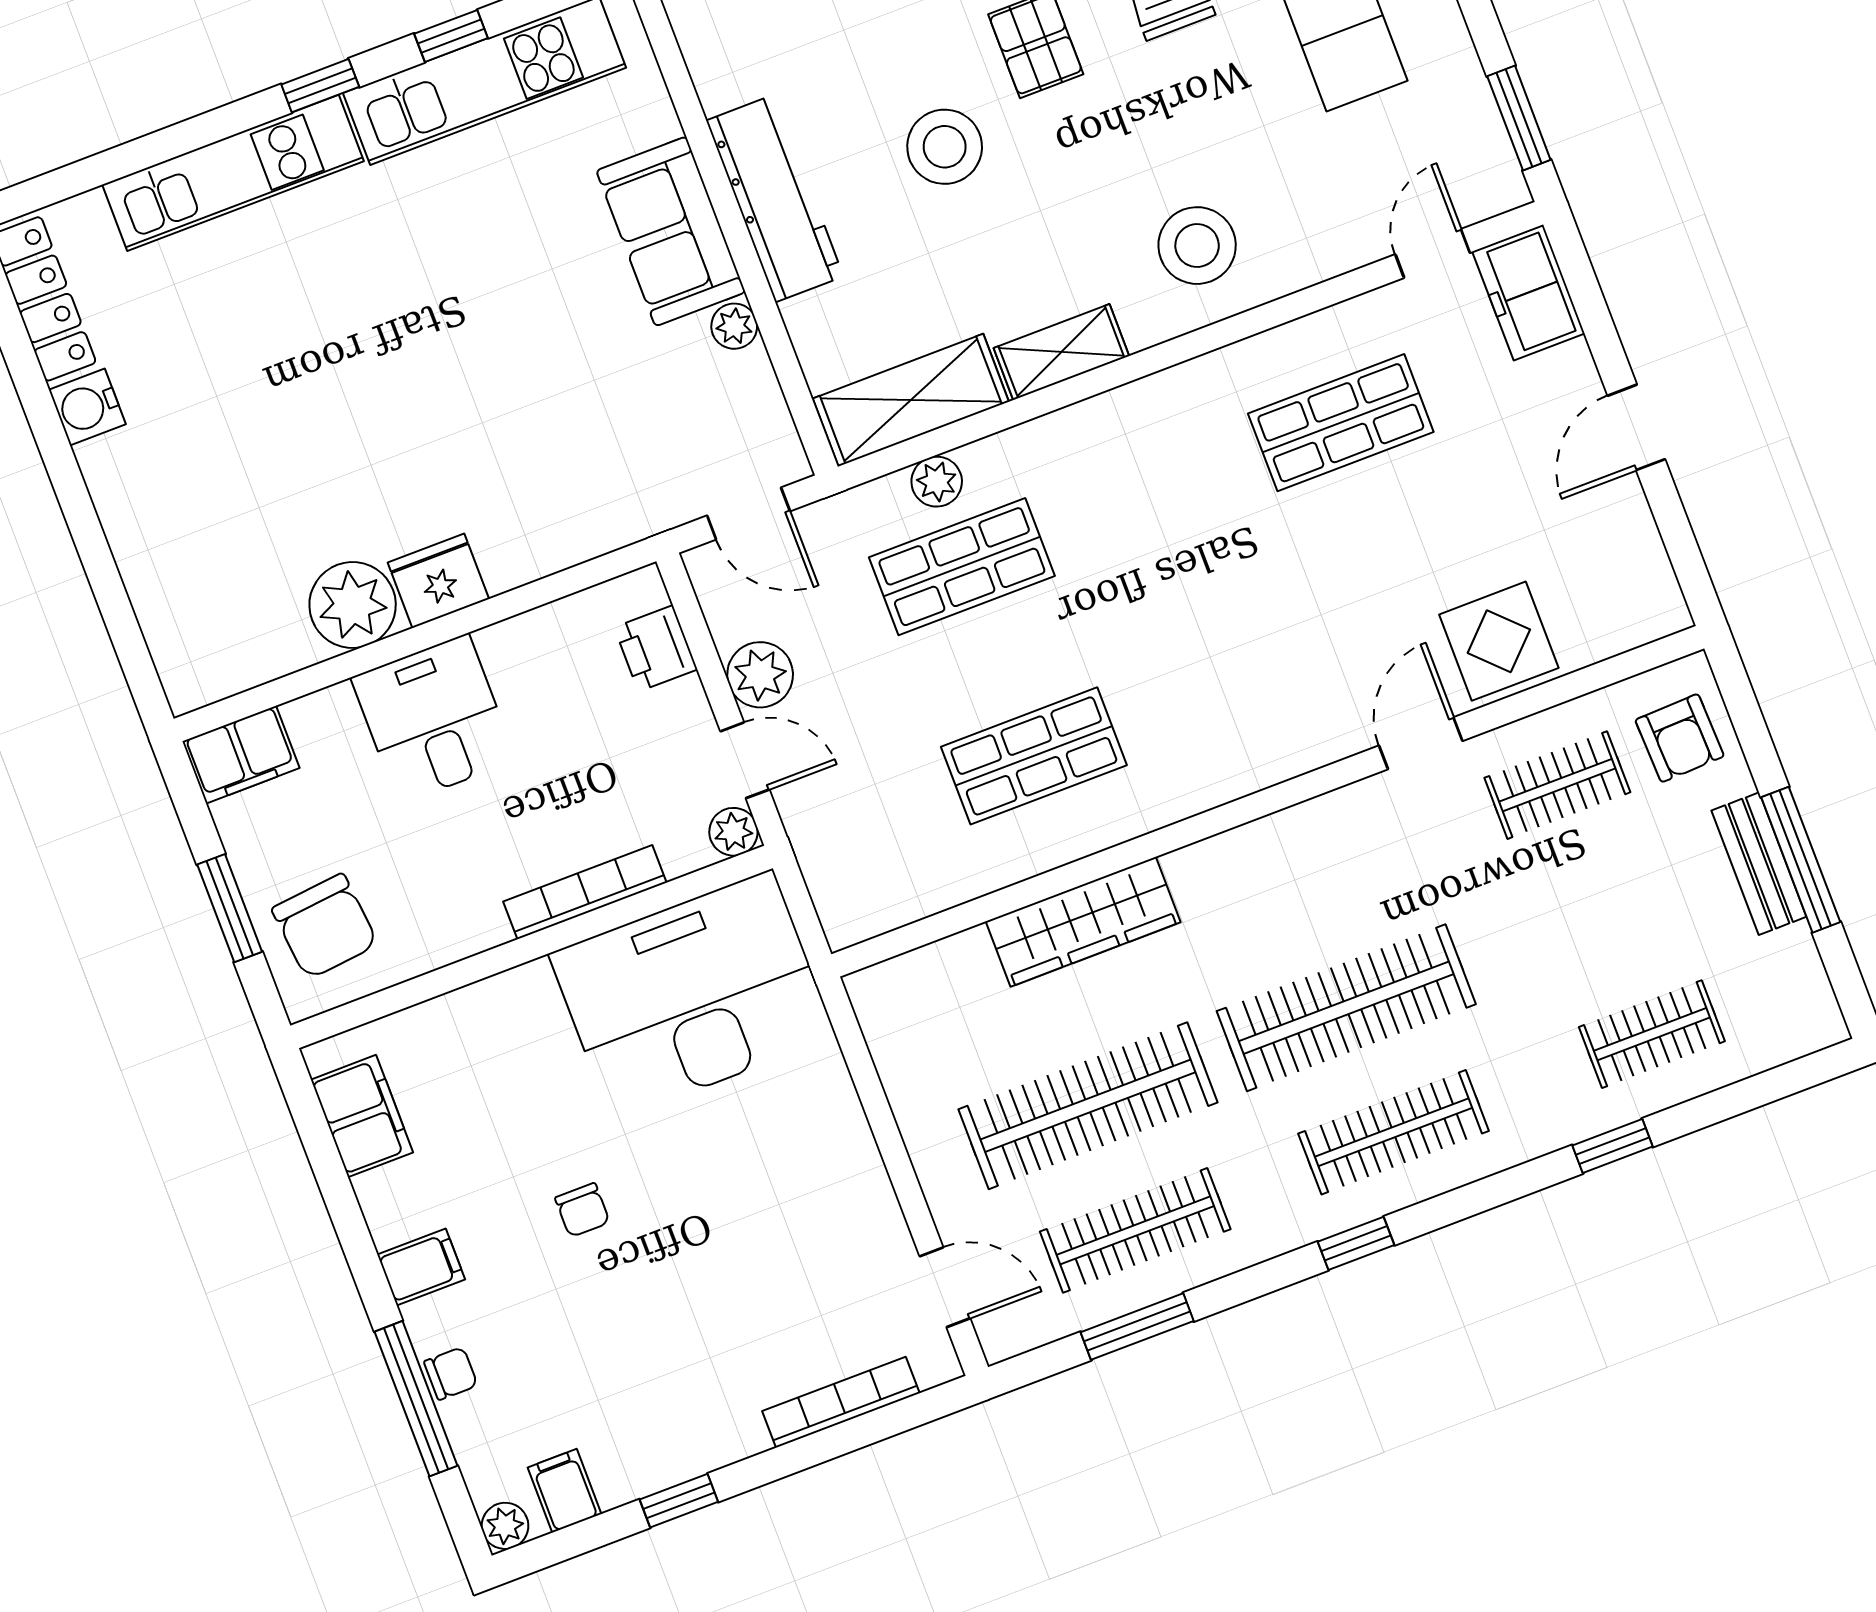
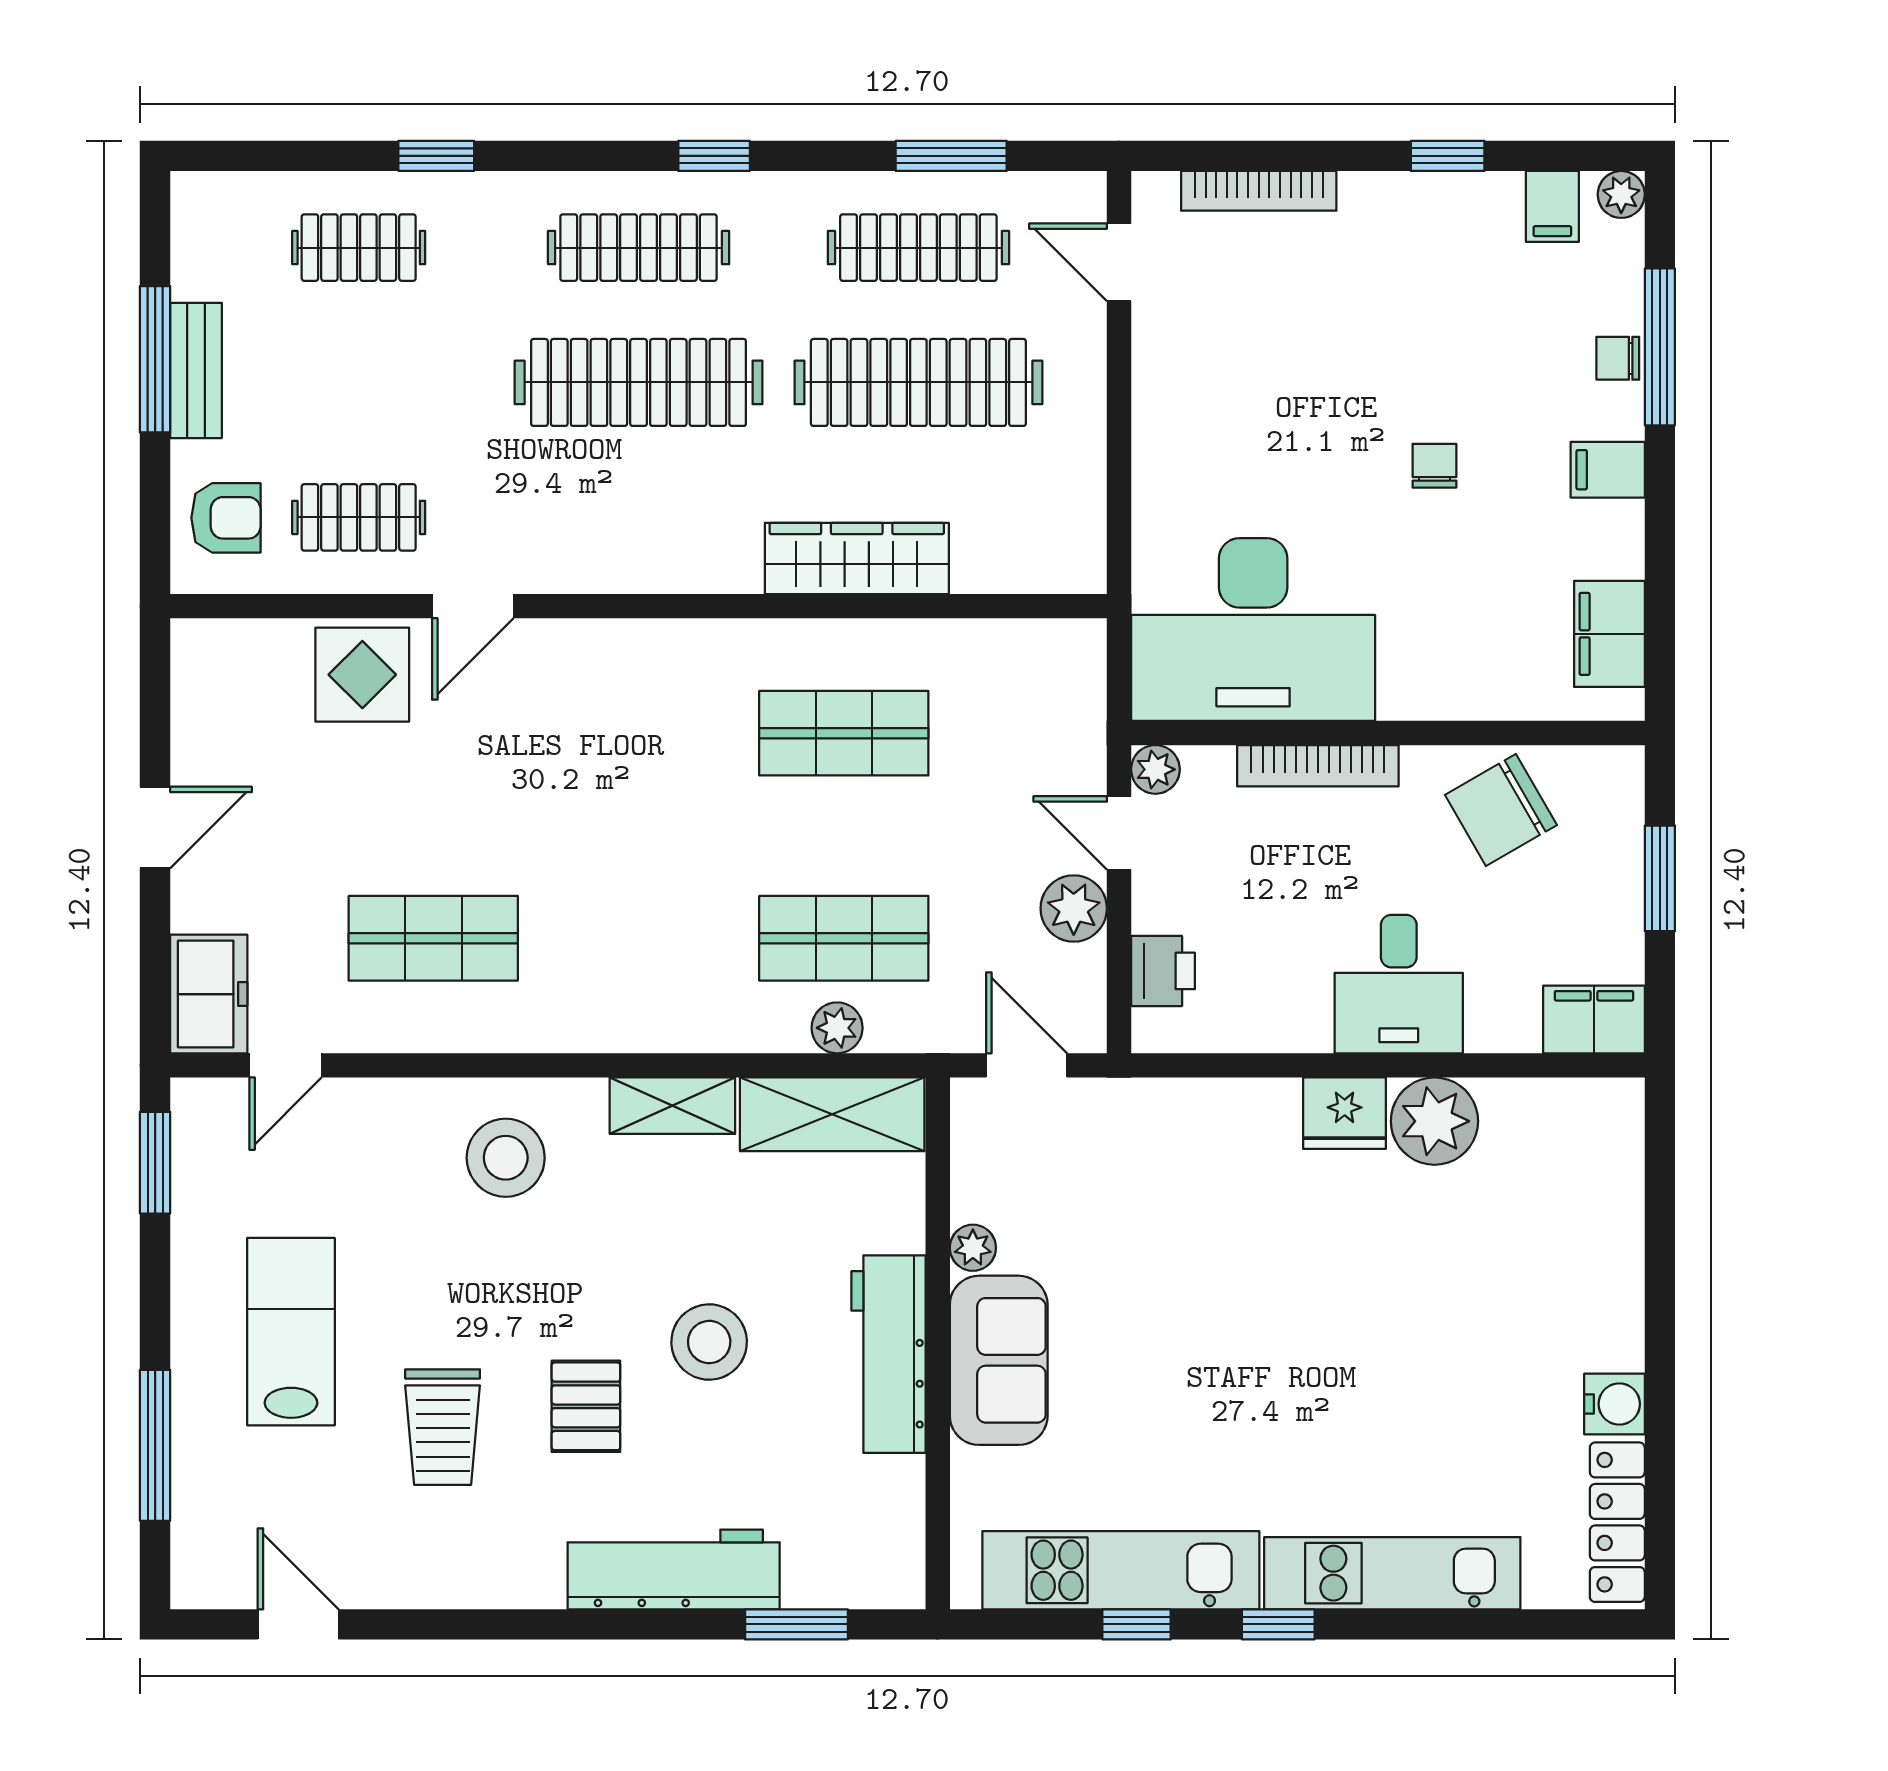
armchair: (1680, 738) -> (226, 518), turned 92
chair: (325, 926) -> (1501, 810), moved, turned -114

